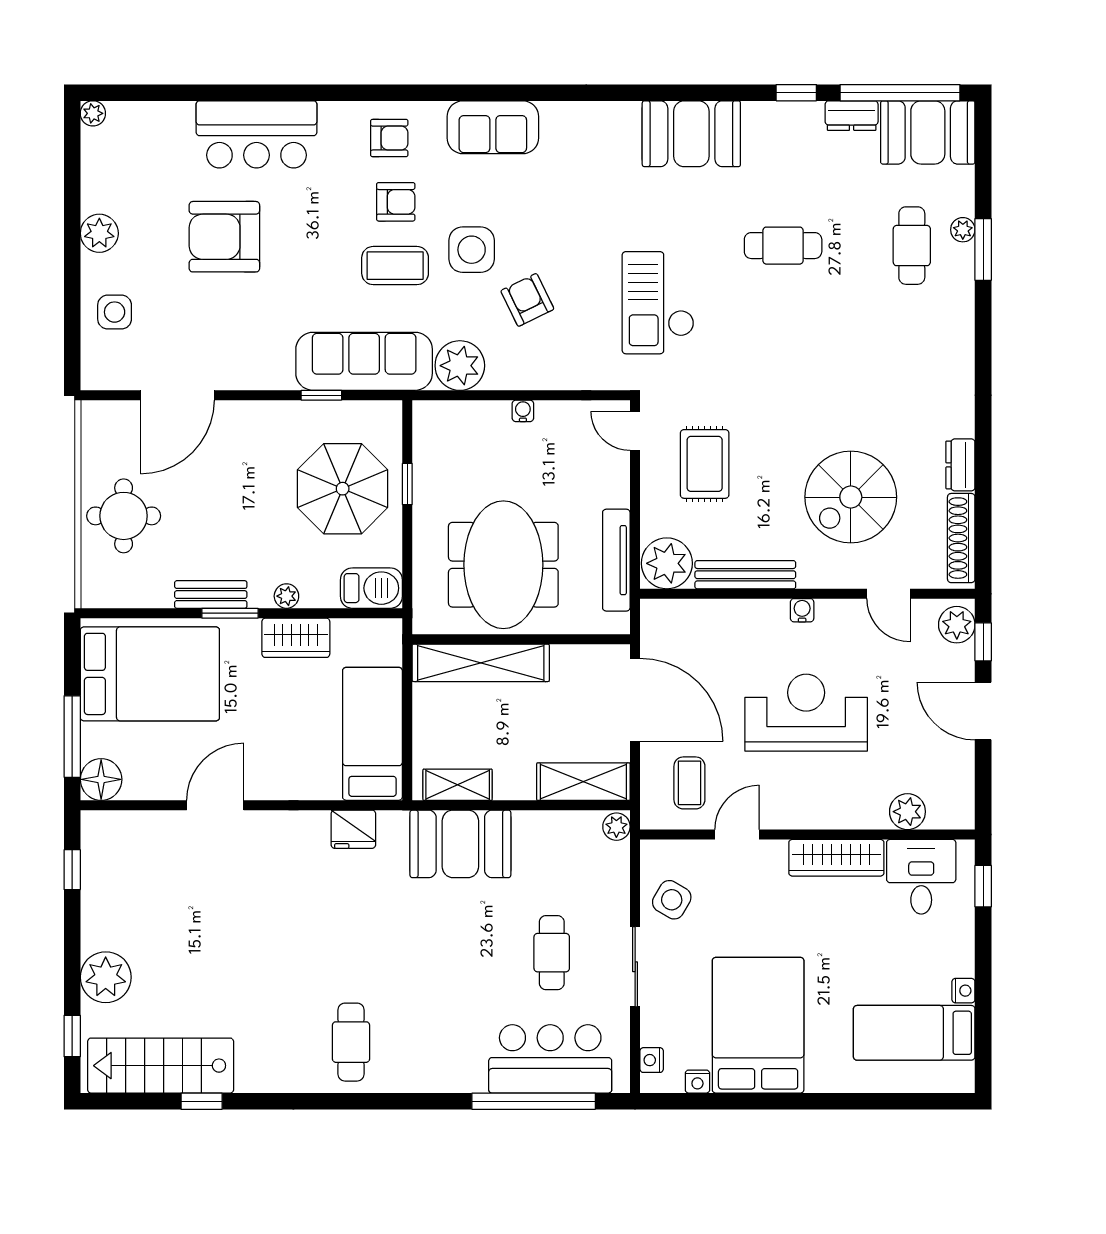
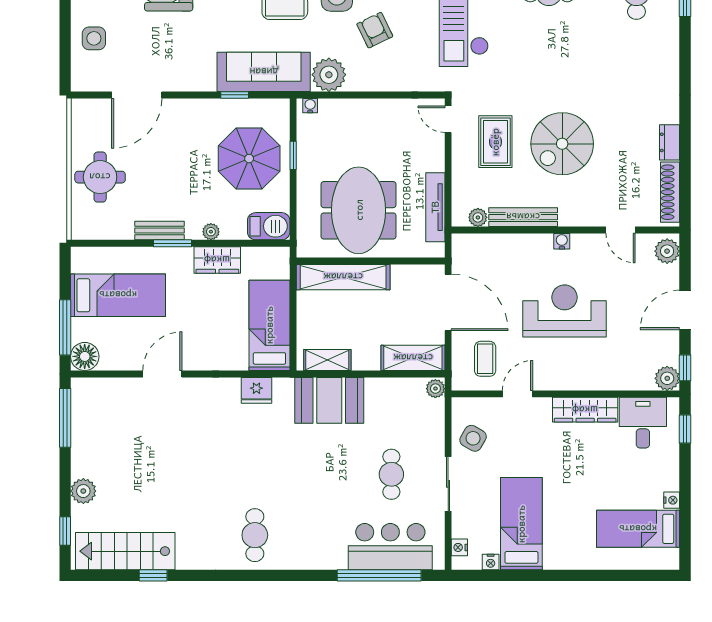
water cooler: (523, 411) -> (310, 106), moved
spiral stairs: (851, 497) -> (562, 144), moved
plant: (667, 563) -> (478, 217), width x0.53, depth x0.53
window: (983, 642) -> (685, 368), moved
bed: (150, 674) -> (118, 295), width x0.67
door: (983, 711) -> (685, 310), hinge flipped
plant: (907, 812) -> (667, 378), moved
window: (72, 870) -> (65, 418), width x2.17
plant: (106, 977) -> (83, 491), width x0.73, depth x0.73
bed: (758, 1025) -> (521, 524), width x0.67

